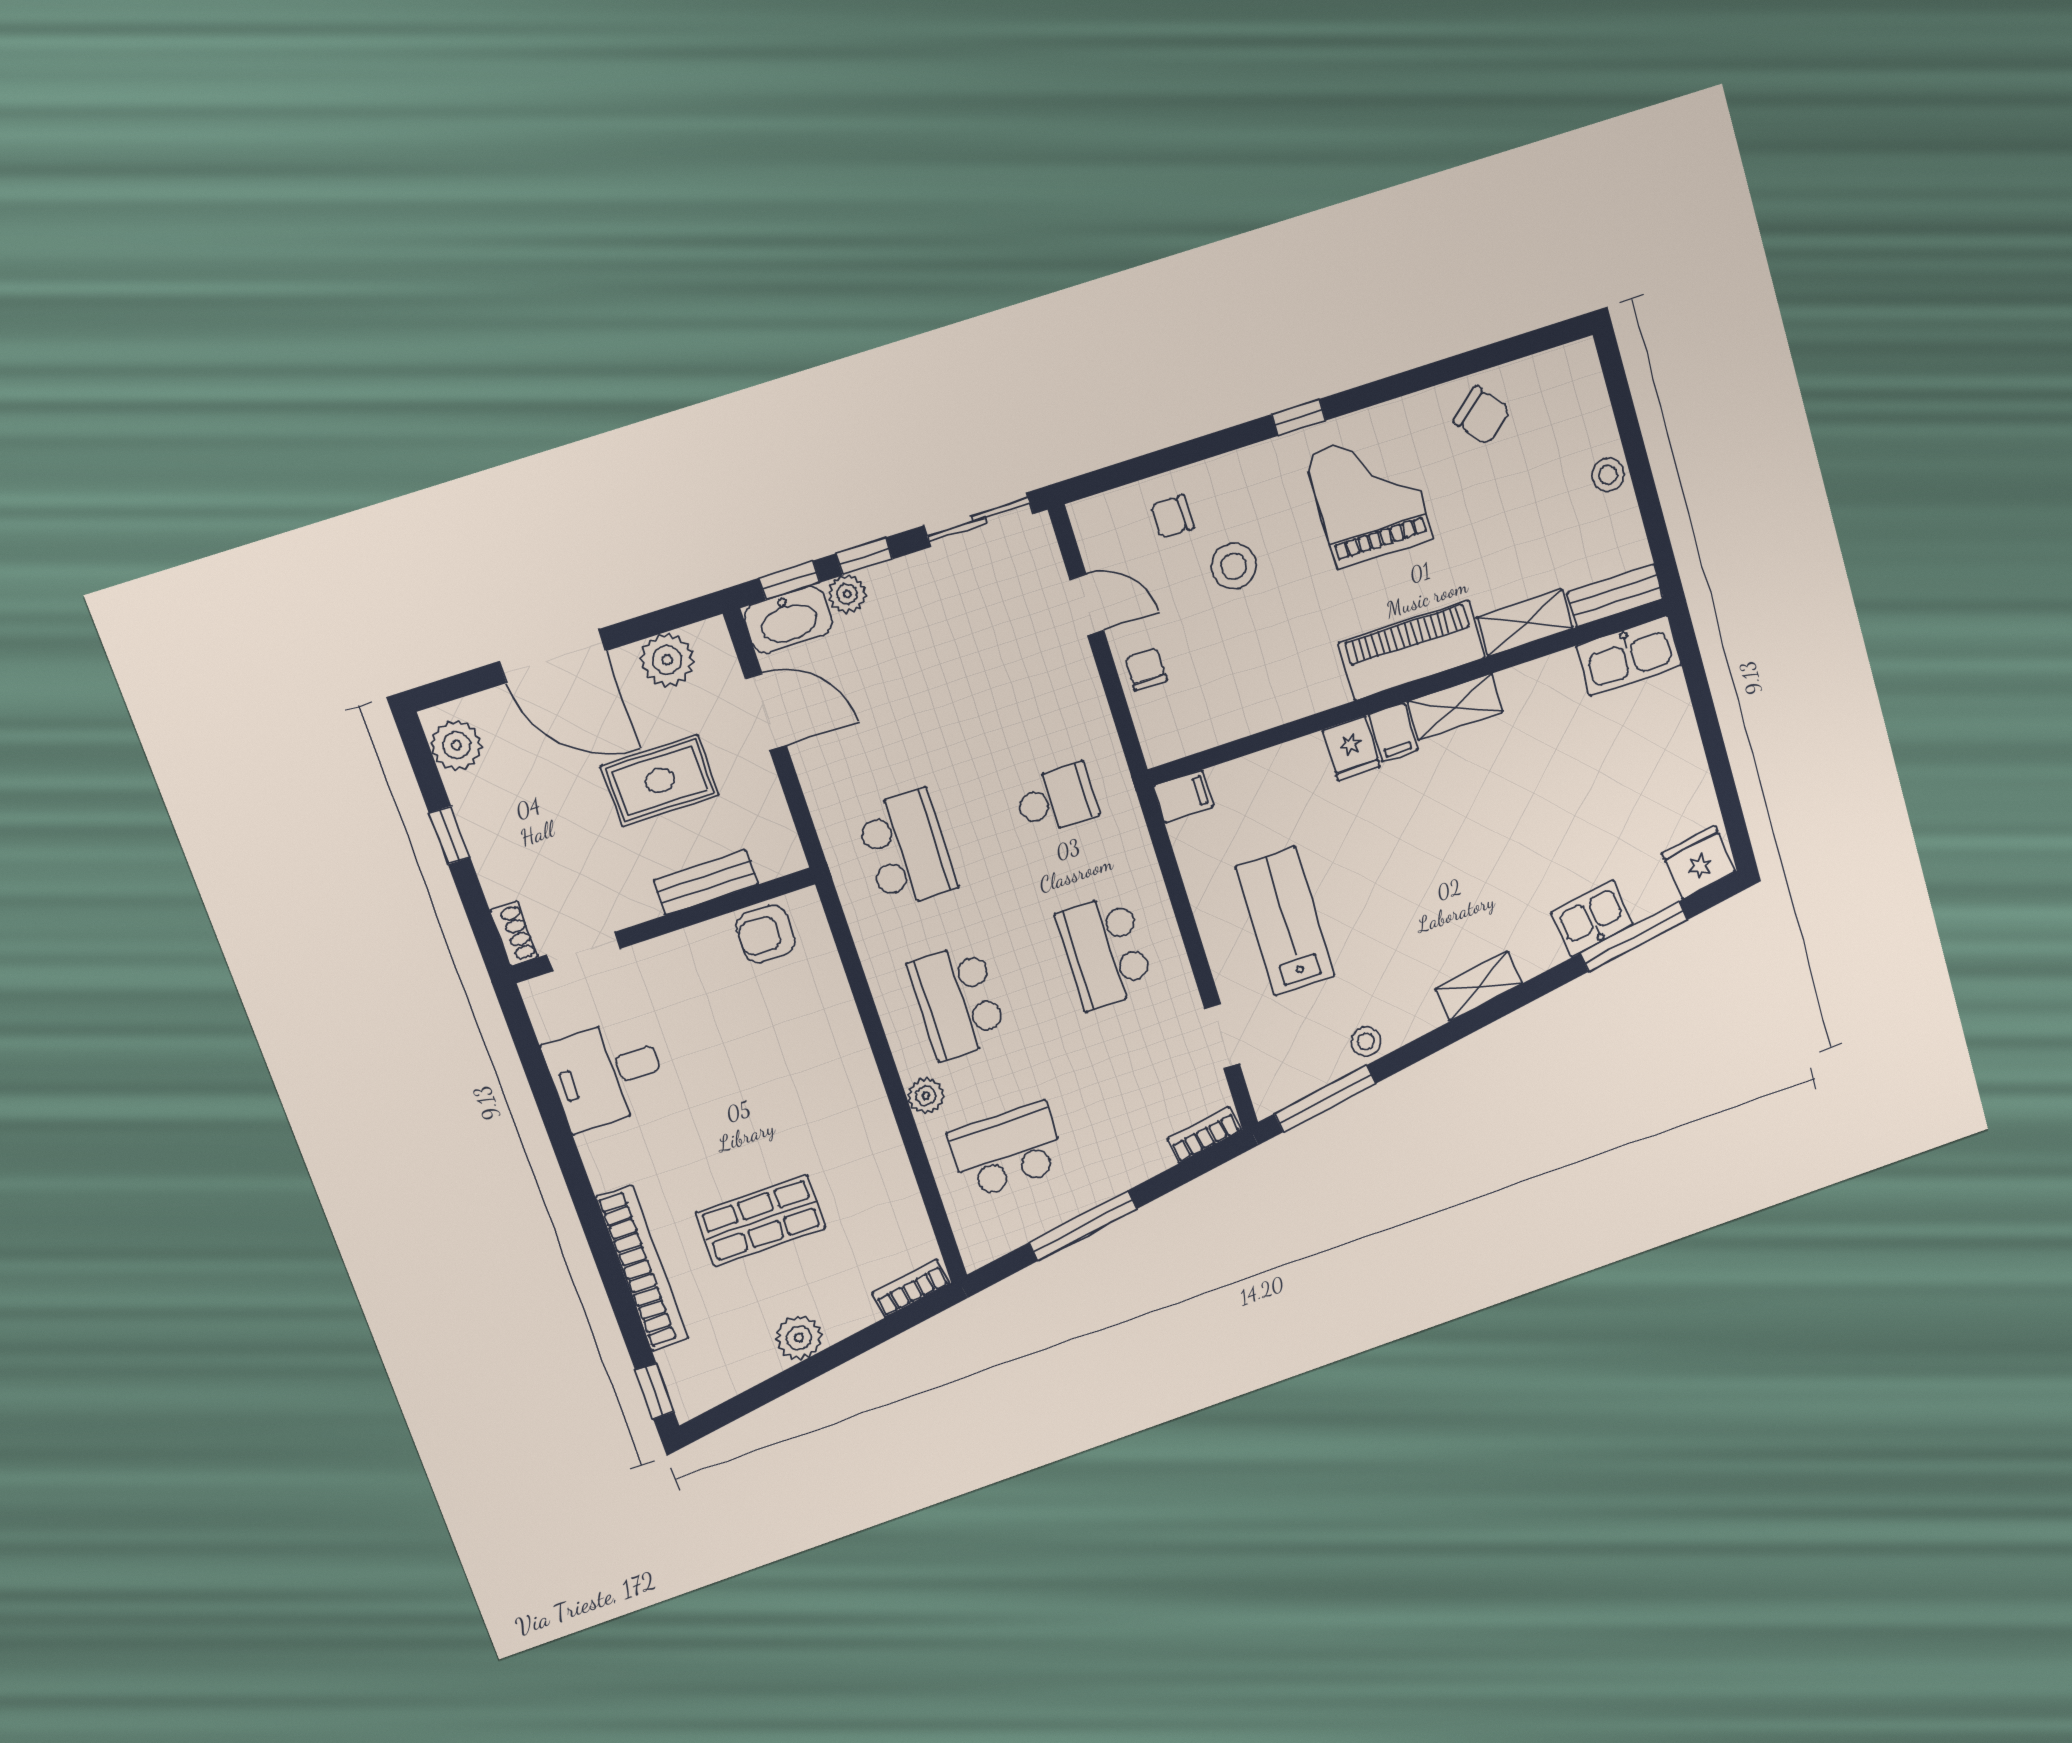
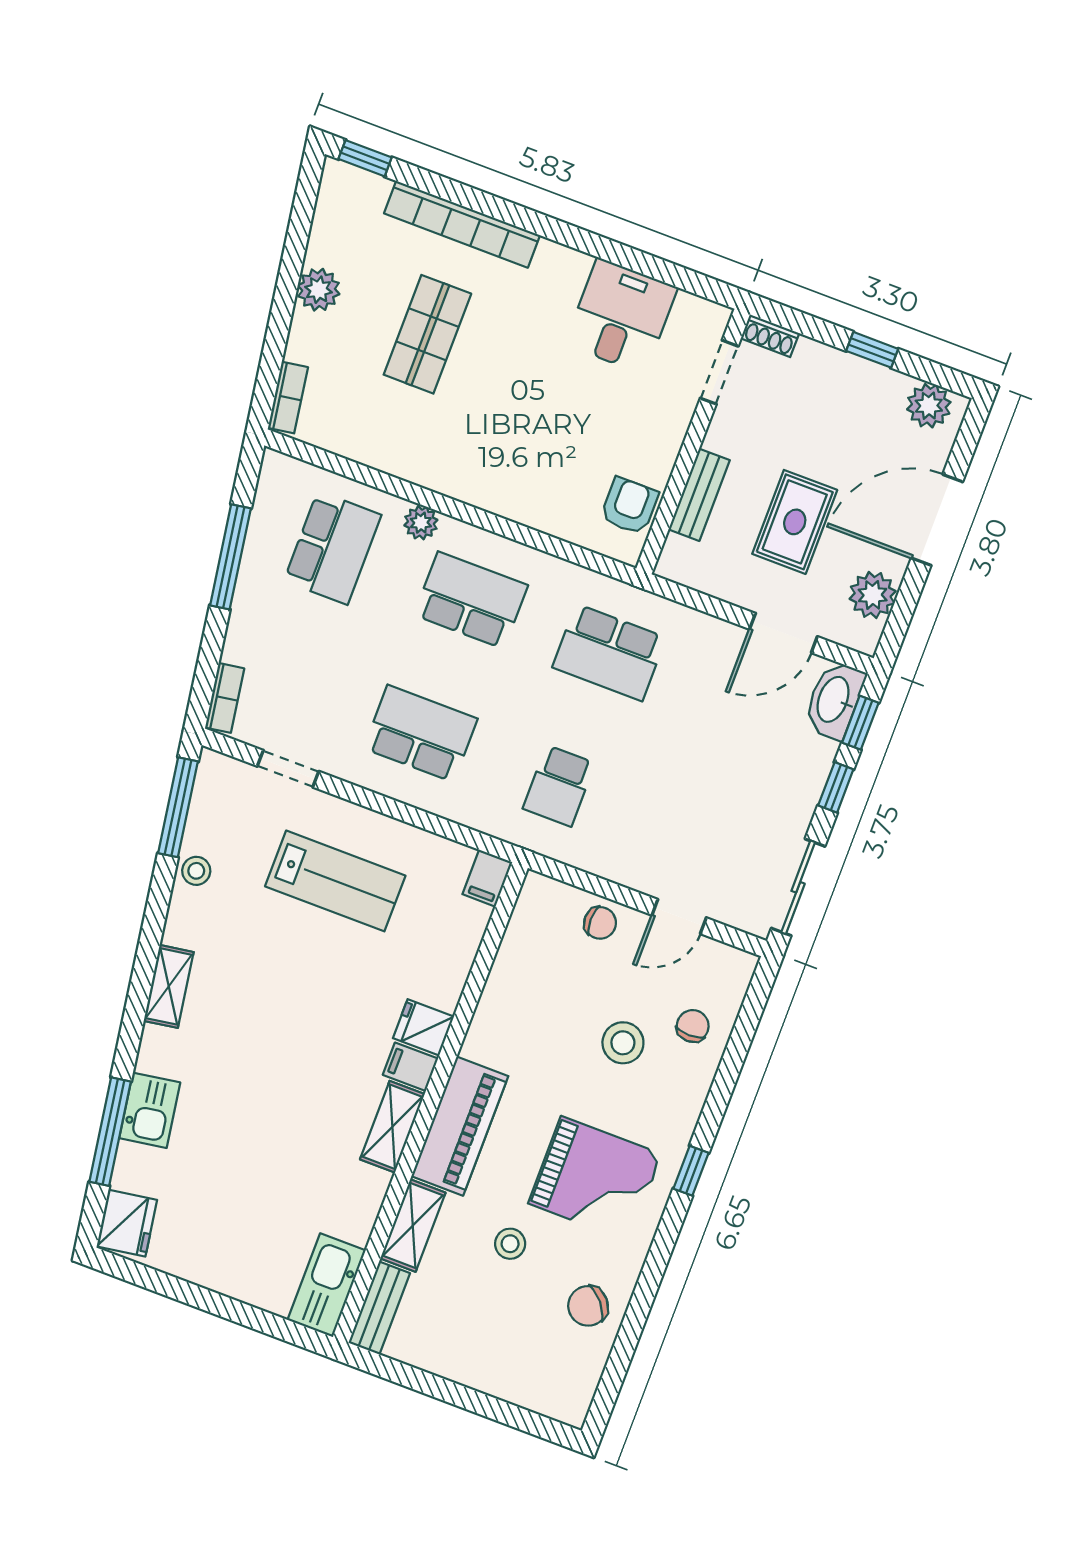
stool: (1608, 475) -> (510, 1244), moved
plant: (847, 594) -> (820, 755), removed

